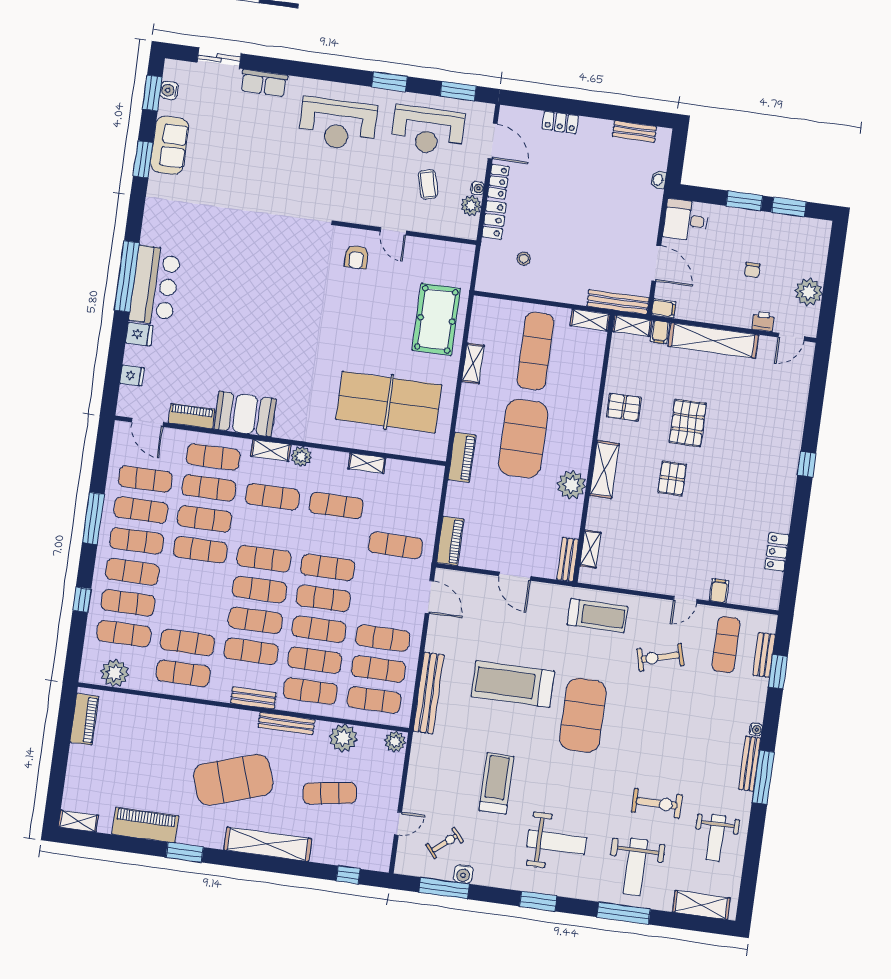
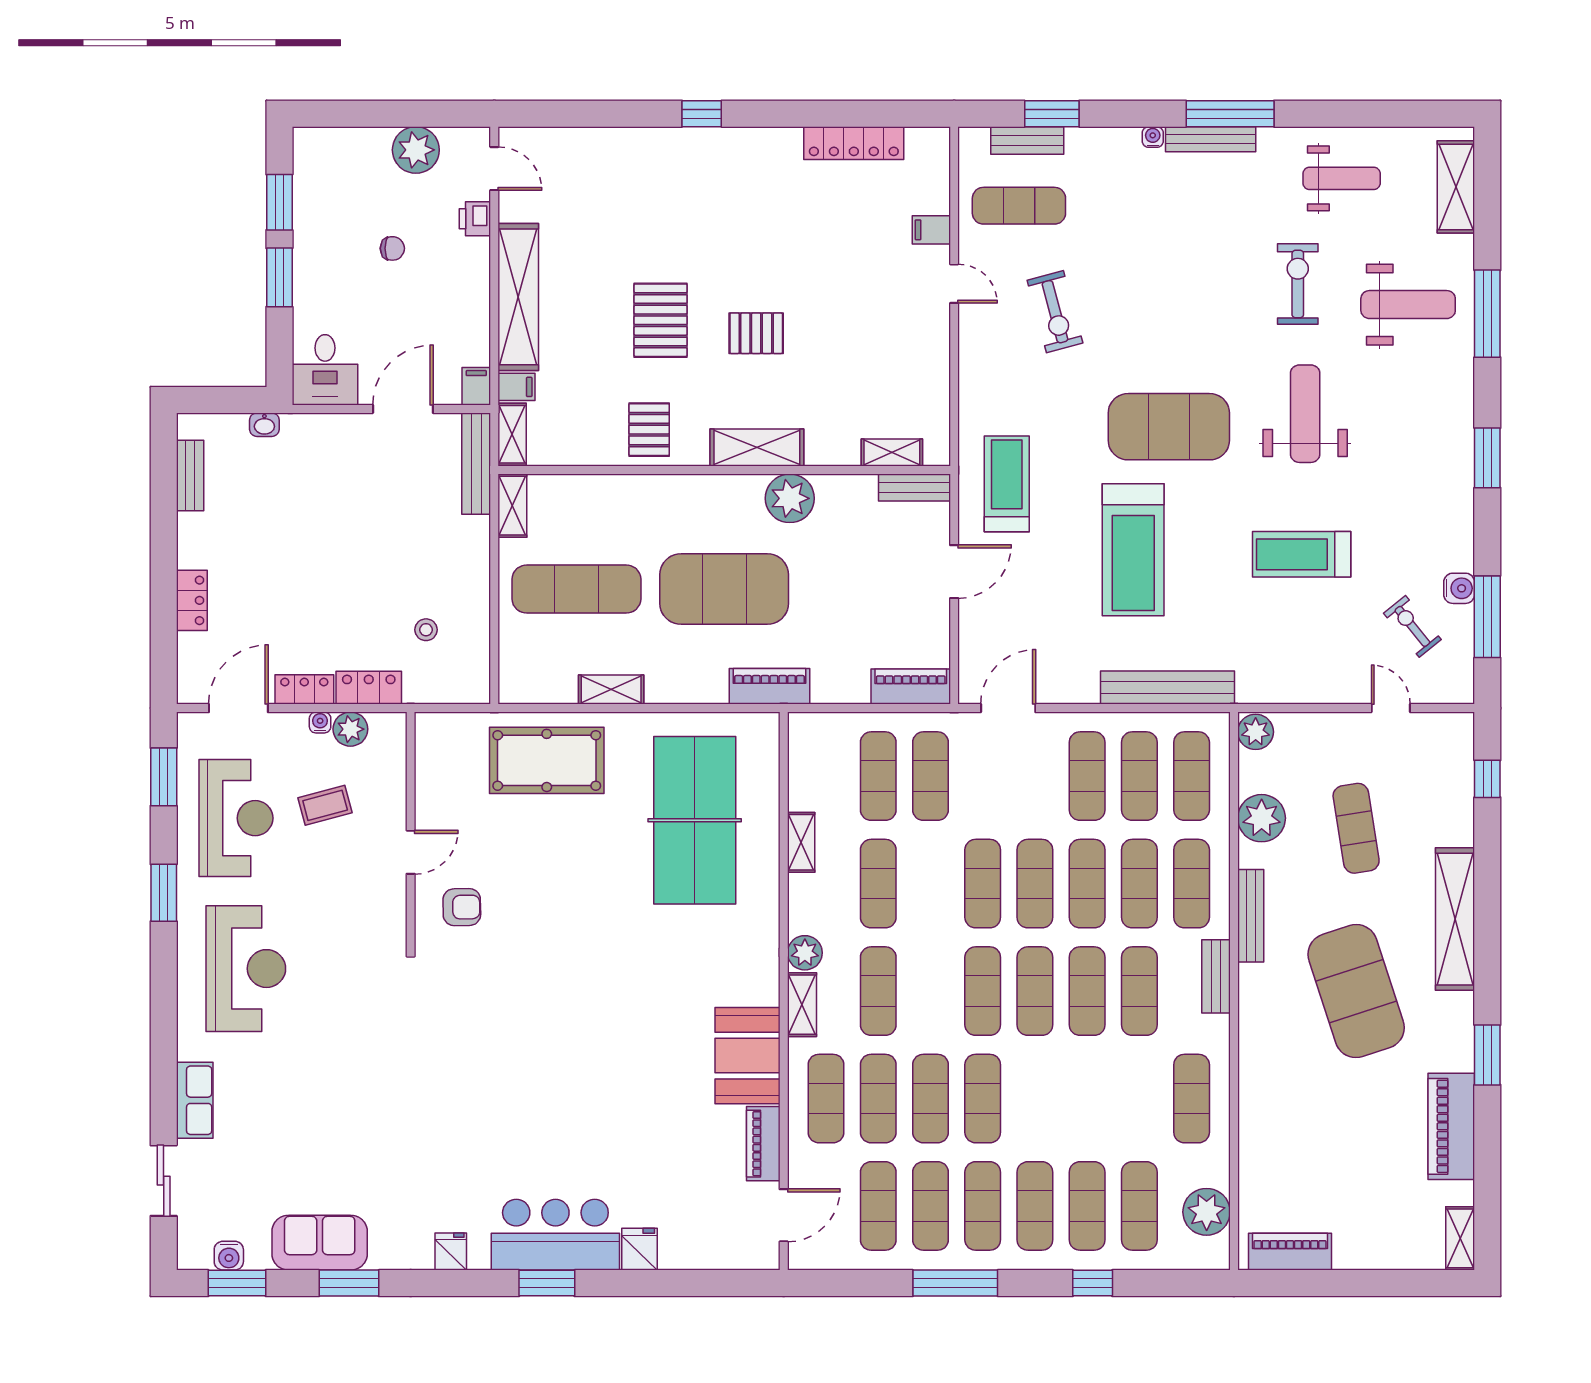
window: (127, 276) -> (547, 1283), width x0.47
fridge: (132, 376) -> (451, 1252), moved
pallet: (688, 423) -> (661, 320), turned 90
locker: (777, 552) -> (854, 143), width x1.53
treadmill: (597, 616) -> (1007, 484), moved
exercise mat: (187, 643) -> (878, 776), moved
weight bench: (557, 842) -> (1305, 414), moved

